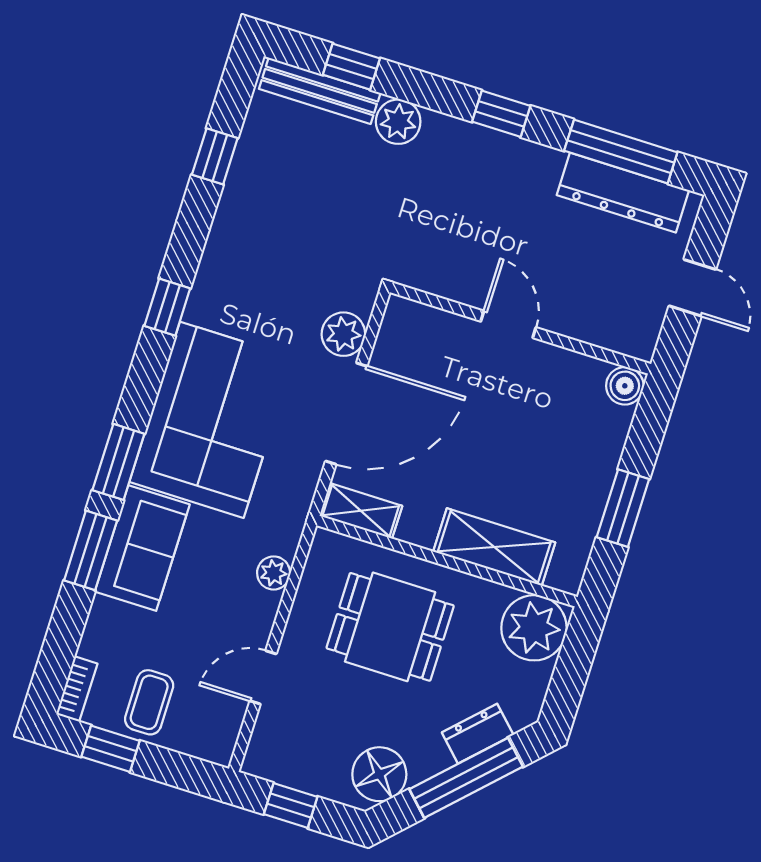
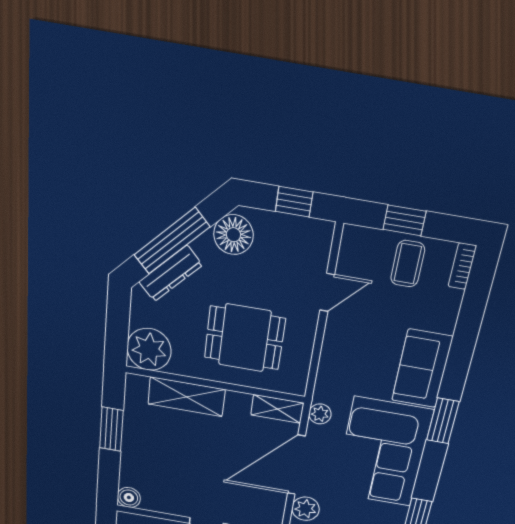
window: (91, 550) -> (458, 363), removed
plant: (274, 573) -> (320, 414), moved
dresser: (478, 734) -> (171, 274), width x1.44
window: (111, 749) -> (404, 220), moved

